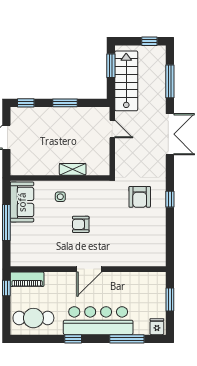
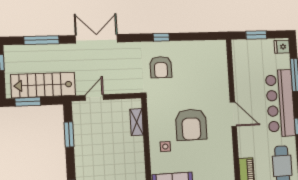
window: (65, 103) -> (69, 134), moved
shelving: (73, 169) -> (137, 122), moved
armchair: (140, 197) -> (161, 67), turned 90
armchair: (81, 224) -> (191, 125), width x1.88, depth x1.88

